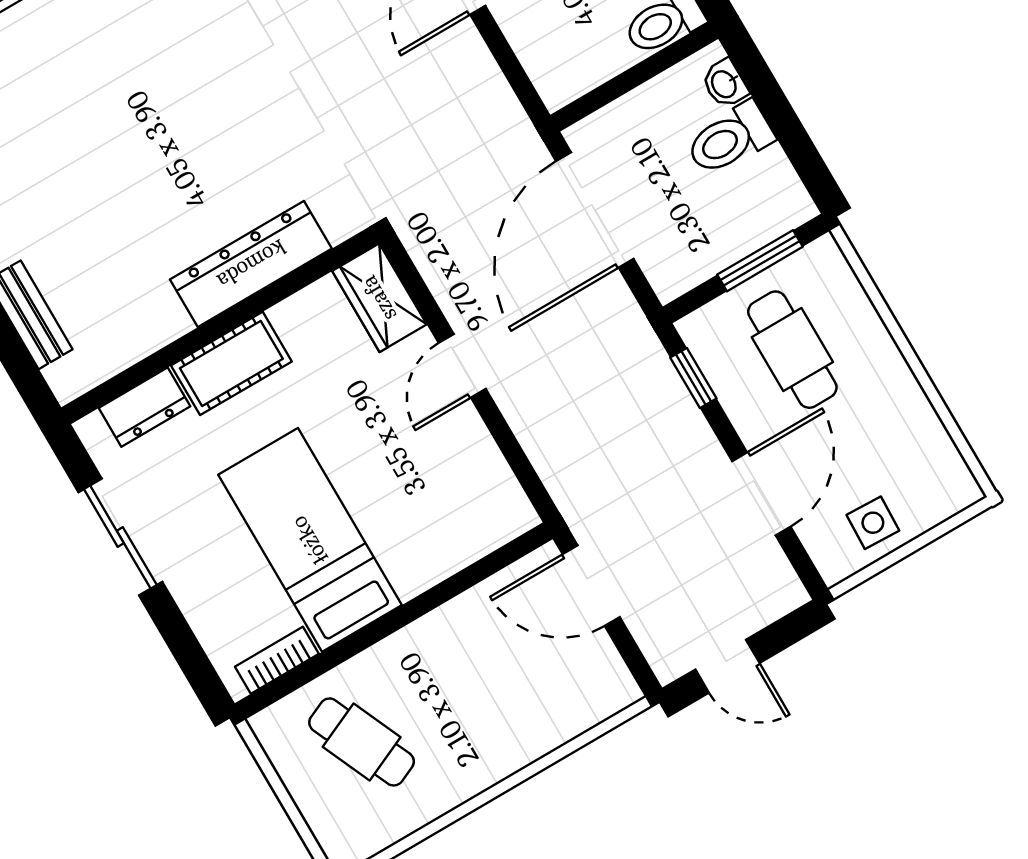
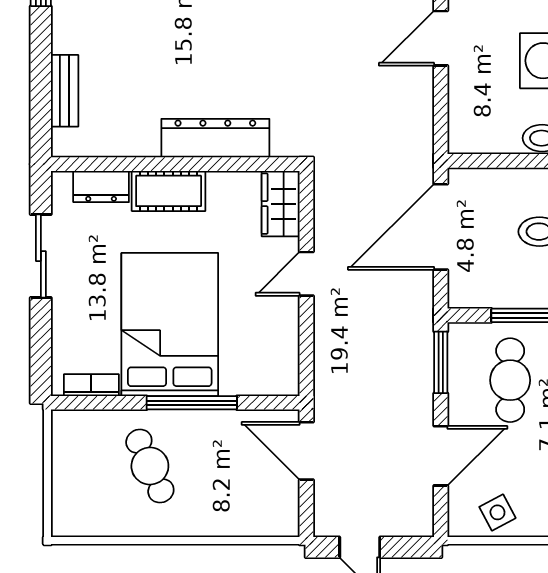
window: (693, 378) -> (441, 362), width x1.50
side table: (873, 523) -> (497, 512), turned -30
bed: (310, 540) -> (170, 325), width x1.50
window: (414, 609) -> (192, 403), added
cafe table: (362, 742) -> (150, 466), moved

